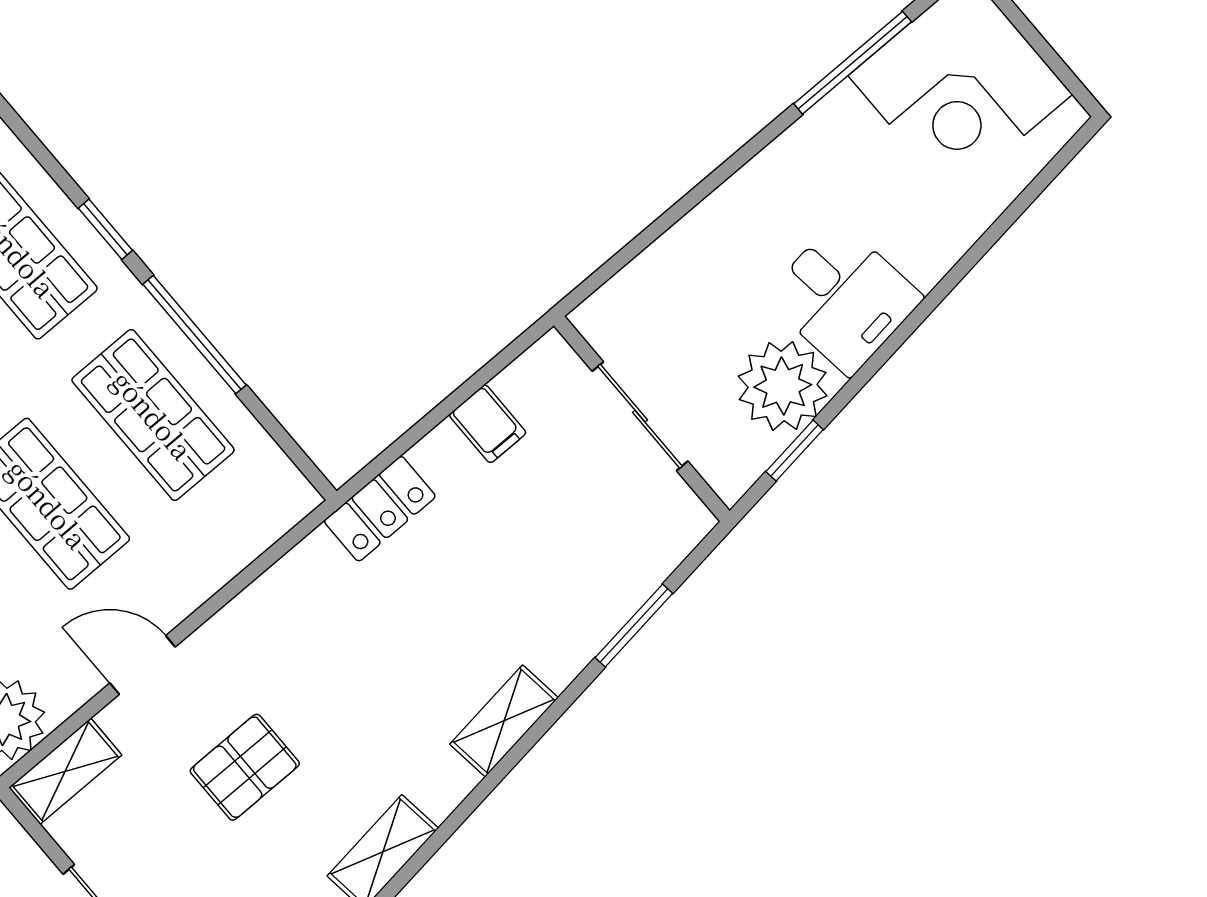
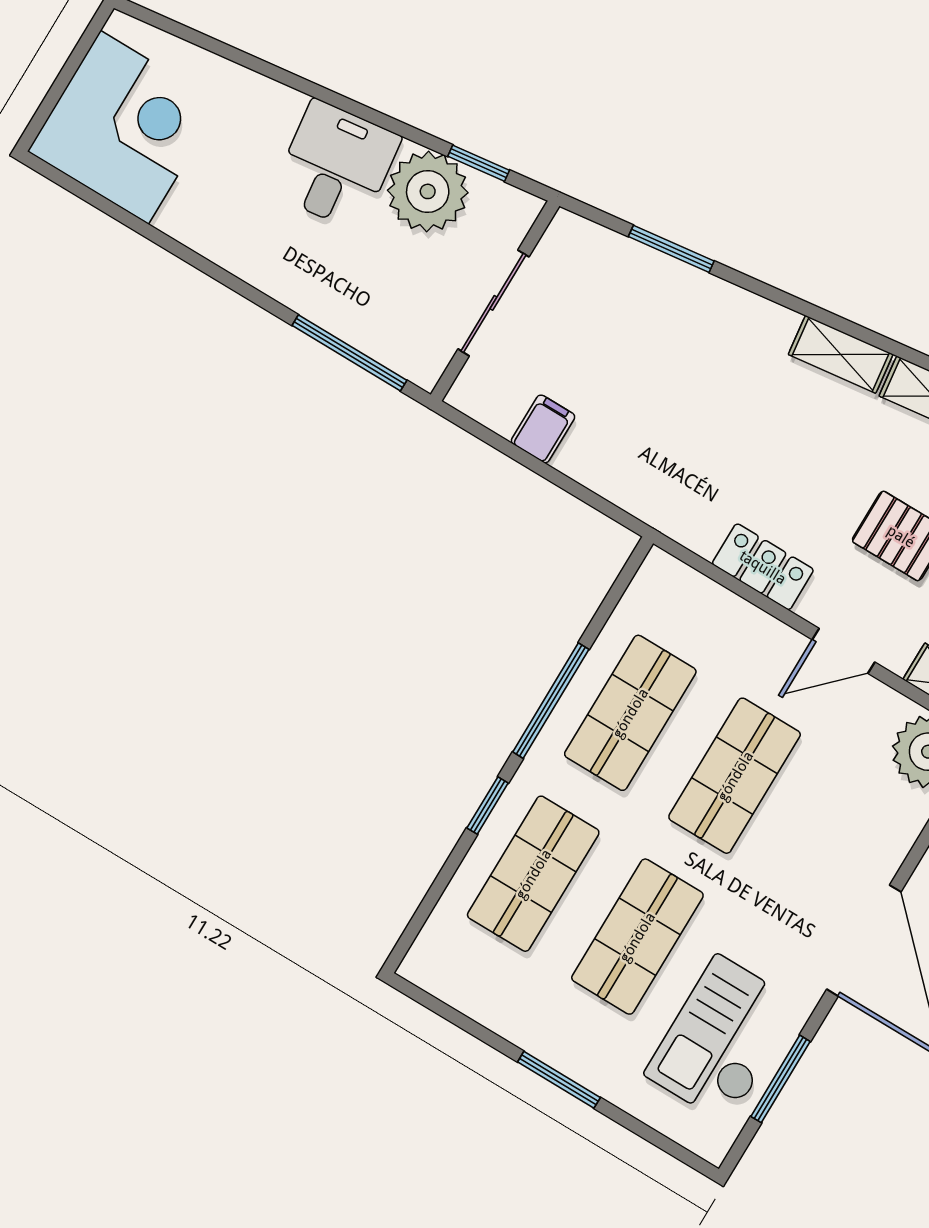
window: (853, 63) -> (349, 353), moved
locker: (380, 509) -> (763, 567), moved
door: (143, 665) -> (844, 651), hinge flipped
shelving: (504, 721) -> (841, 354), moved

